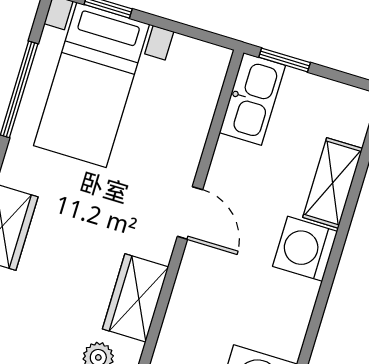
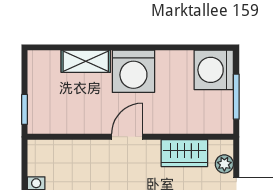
kitchen sink: (252, 99) -> (52, 121), removed
washing machine: (305, 249) -> (133, 71), width x1.37, depth x1.37

